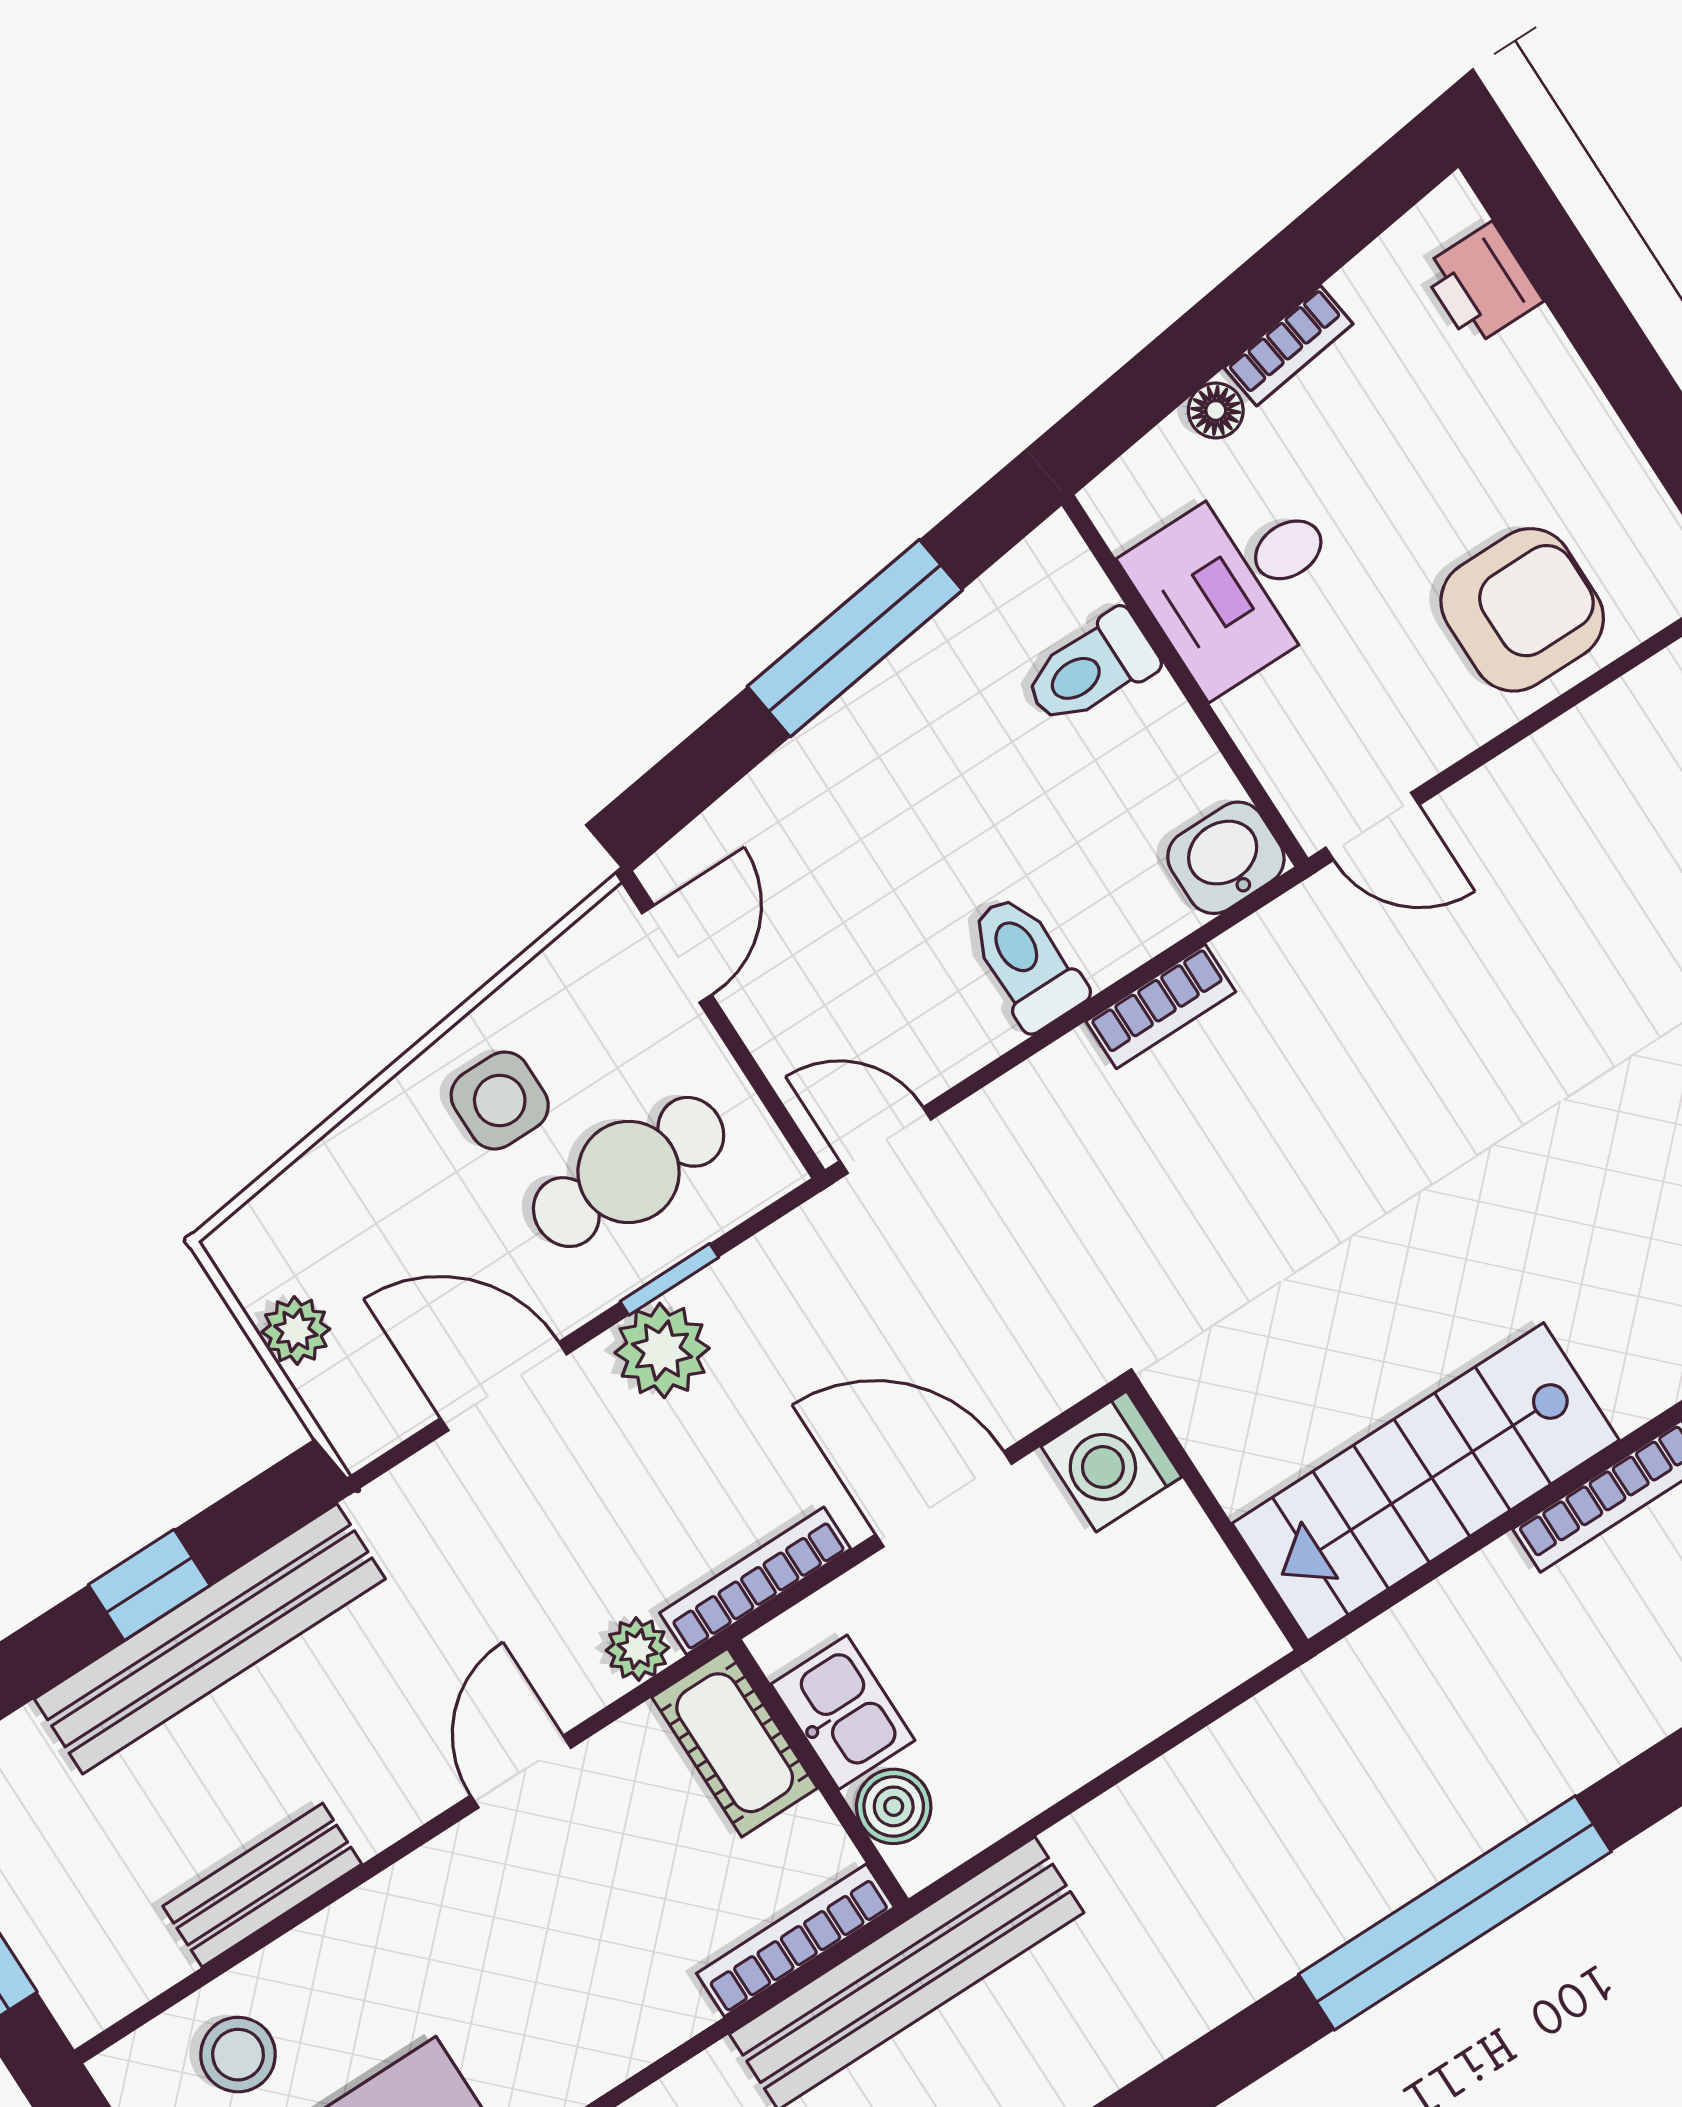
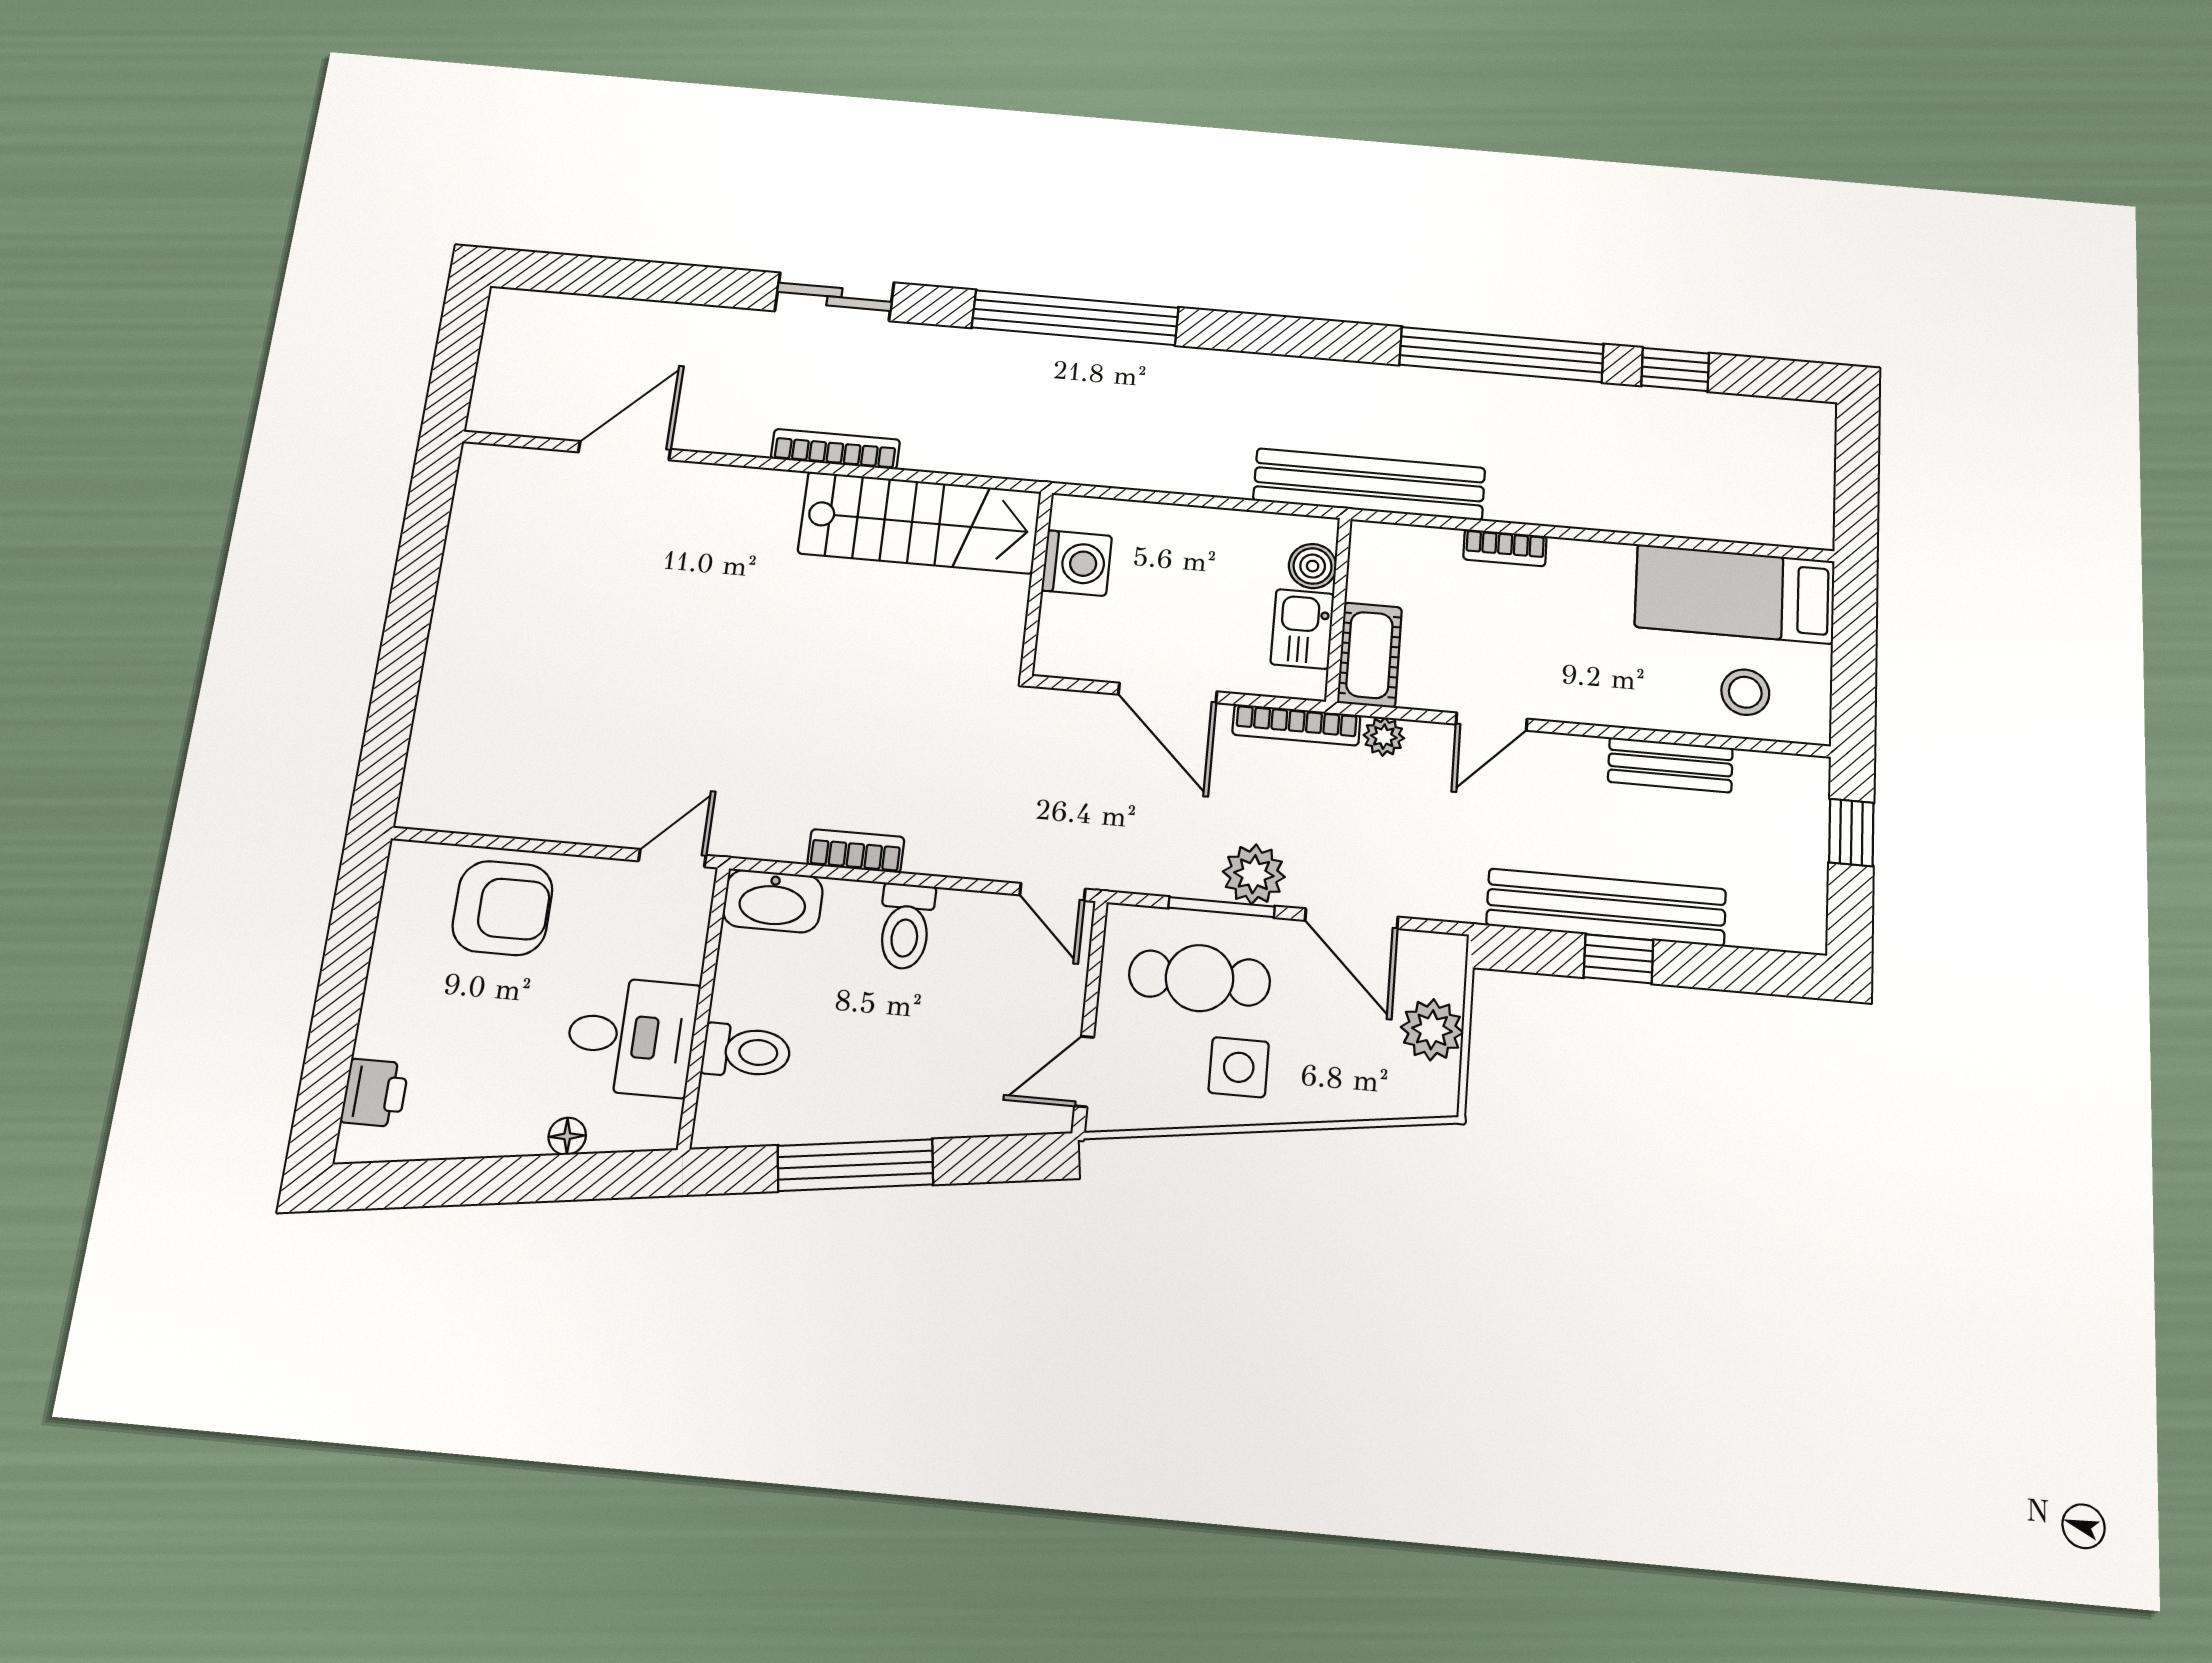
bookcase: (1289, 346) -> (501, 1140), removed
armchair: (1522, 610) -> (503, 908), turned 180
door: (1372, 826) -> (672, 858), hinge flipped
washbasin: (1226, 858) -> (773, 901), width x1.38
window: (669, 1279) -> (1222, 907), width x1.50
plant: (296, 1331) -> (1432, 1030), width x1.38, depth x1.38
washing machine: (1111, 1462) -> (1077, 563), moved
bookcase: (795, 1940) -> (1505, 548), moved, width x0.64

